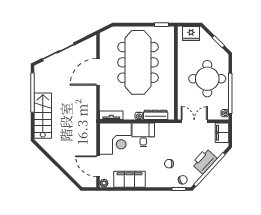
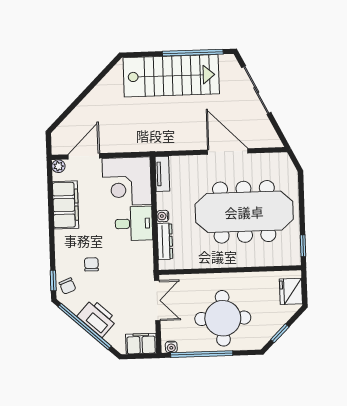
stairs: (43, 116) -> (171, 76), width x1.36, depth x1.51

